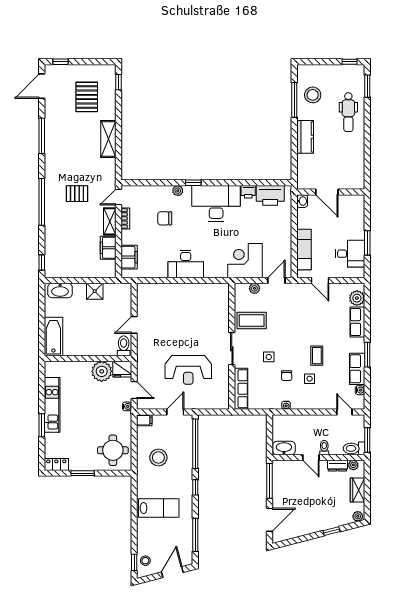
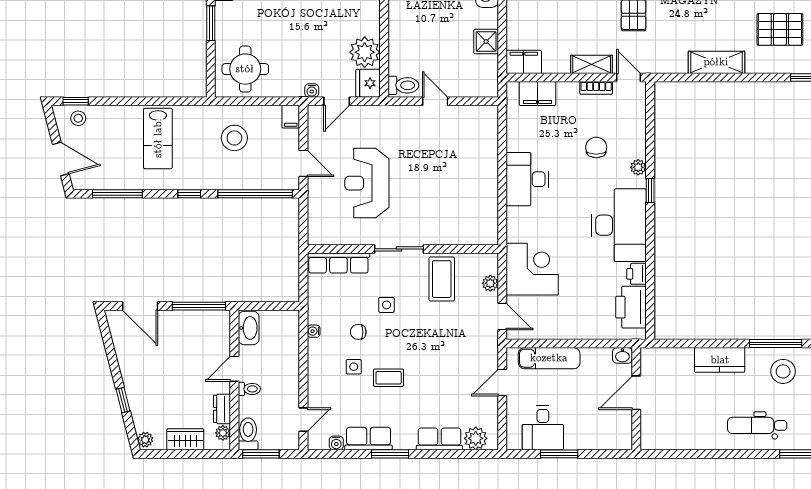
filing cabinet: (108, 248) -> (524, 62), moved

